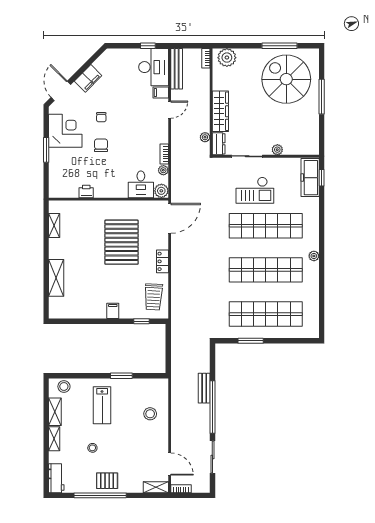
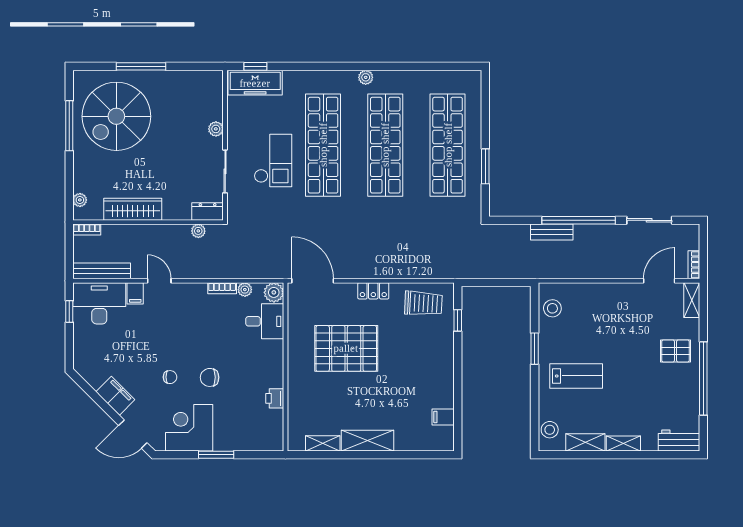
plant: (227, 58) -> (80, 200), width x0.53, depth x0.53
wardrobe: (220, 111) -> (133, 209), moved
shelving: (56, 278) -> (368, 441), moved
filing cabinet: (113, 311) -> (443, 417), moved
stool: (150, 414) -> (552, 308), moved
stool: (92, 448) -> (636, 390), removed
pallet: (107, 481) -> (675, 351), moved, turned 90

